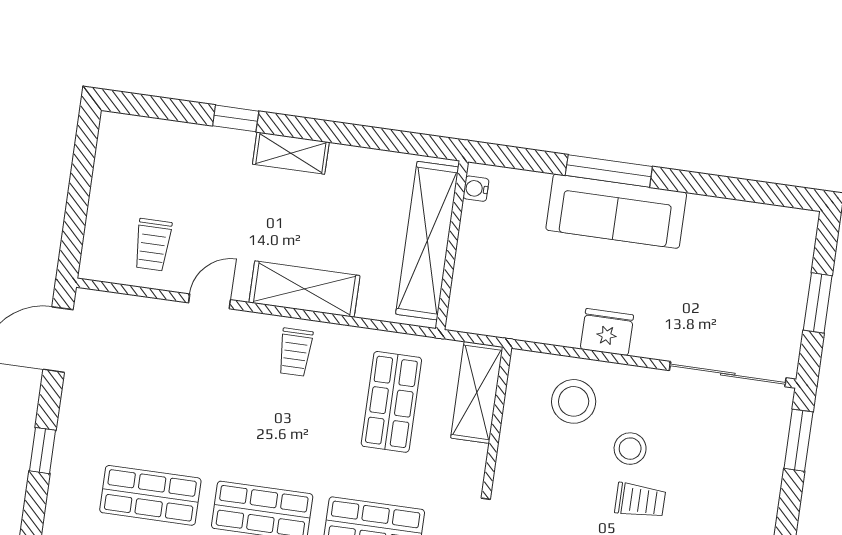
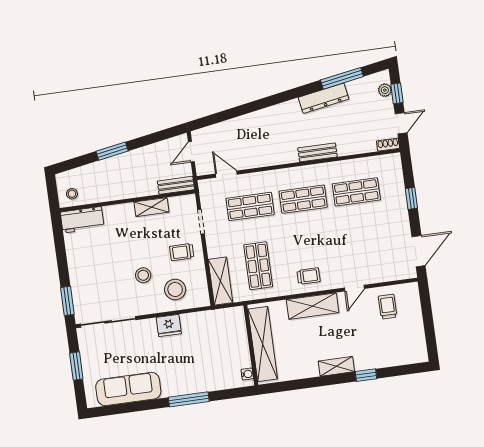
sofa: (616, 211) -> (128, 389), moved
trolley: (295, 352) -> (309, 276), turned 90
trolley: (640, 501) -> (182, 252), moved

